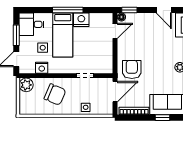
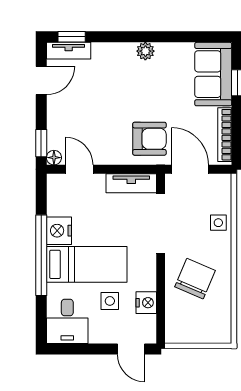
window: (68, 10) -> (41, 255), width x1.46
window: (16, 35) -> (87, 349), removed
tv unit: (107, 59) -> (131, 183), added
armchair: (132, 69) -> (149, 139), turned 180
doorway: (85, 76) -> (161, 224), width x1.88
plant: (26, 85) -> (178, 331), removed

